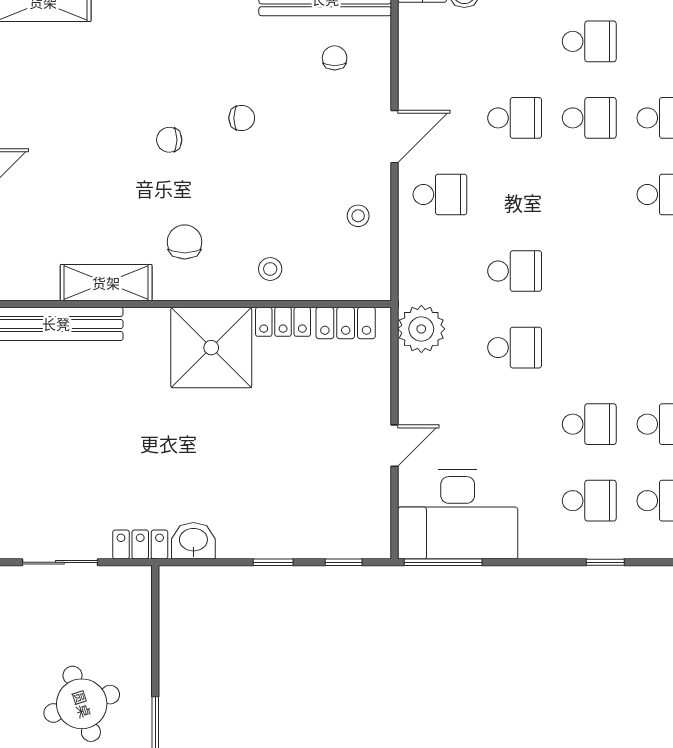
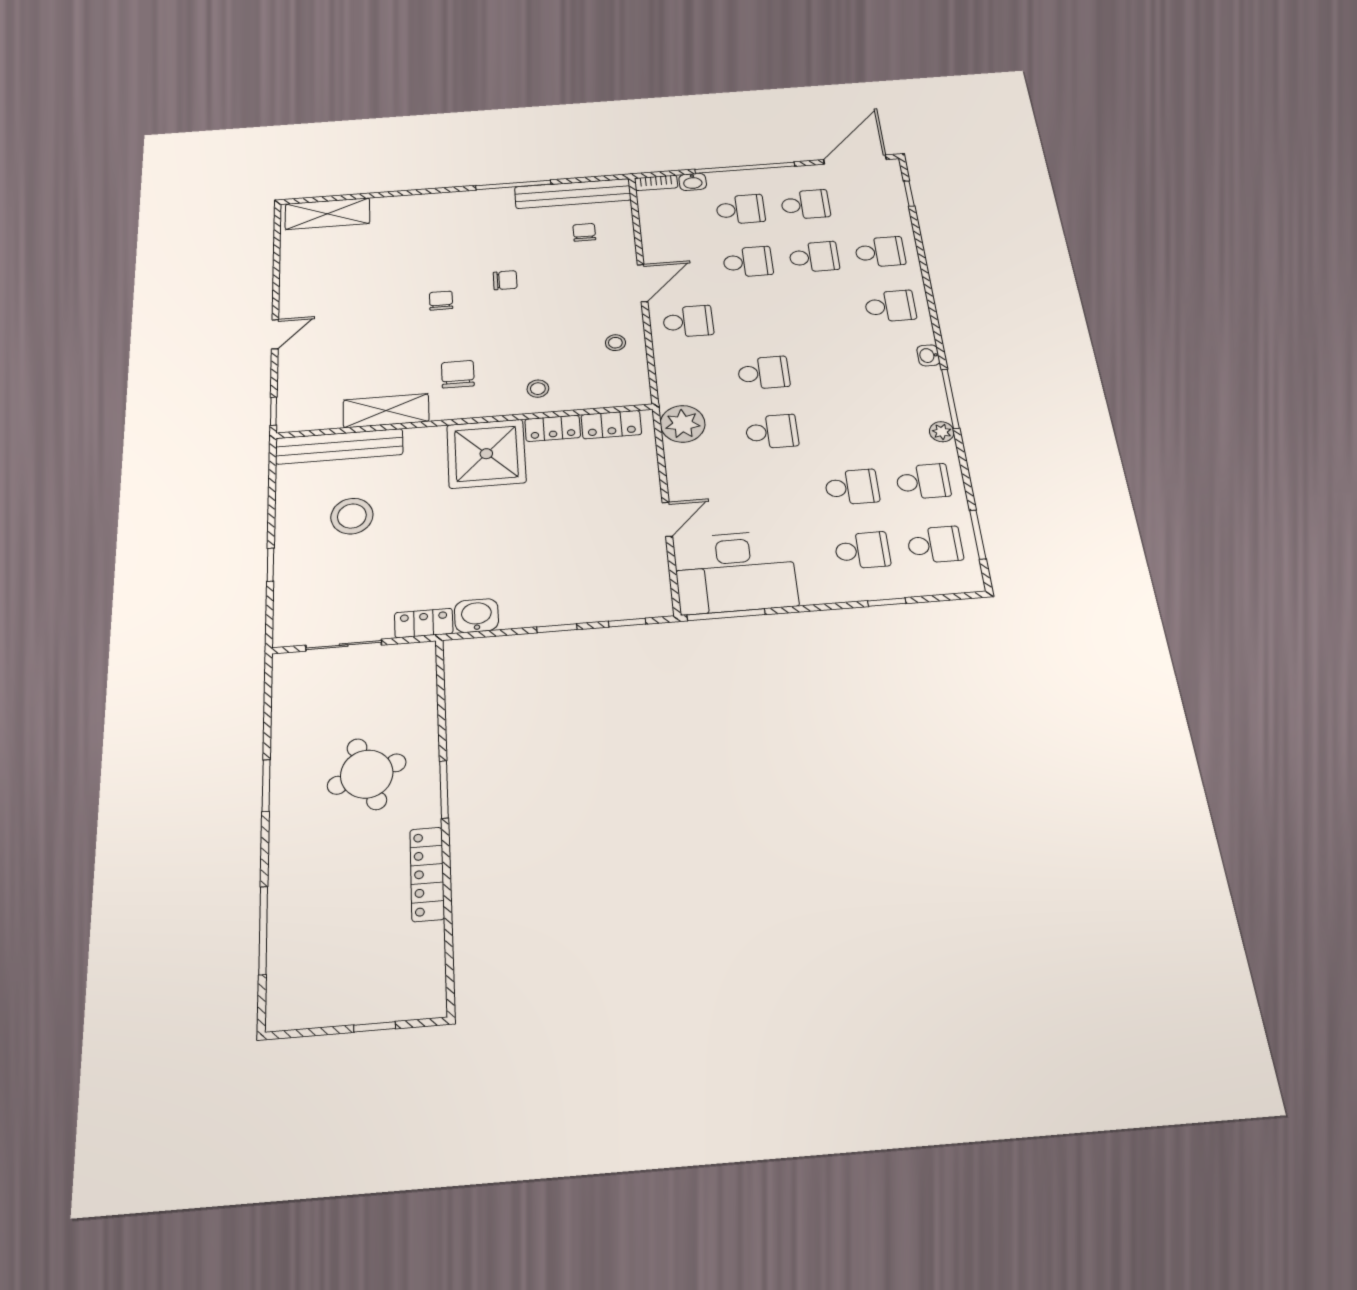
school desk: (515, 41) -> (740, 209), added
chair: (169, 140) -> (441, 301), turned 90
stool: (69, 412) -> (352, 516), added

